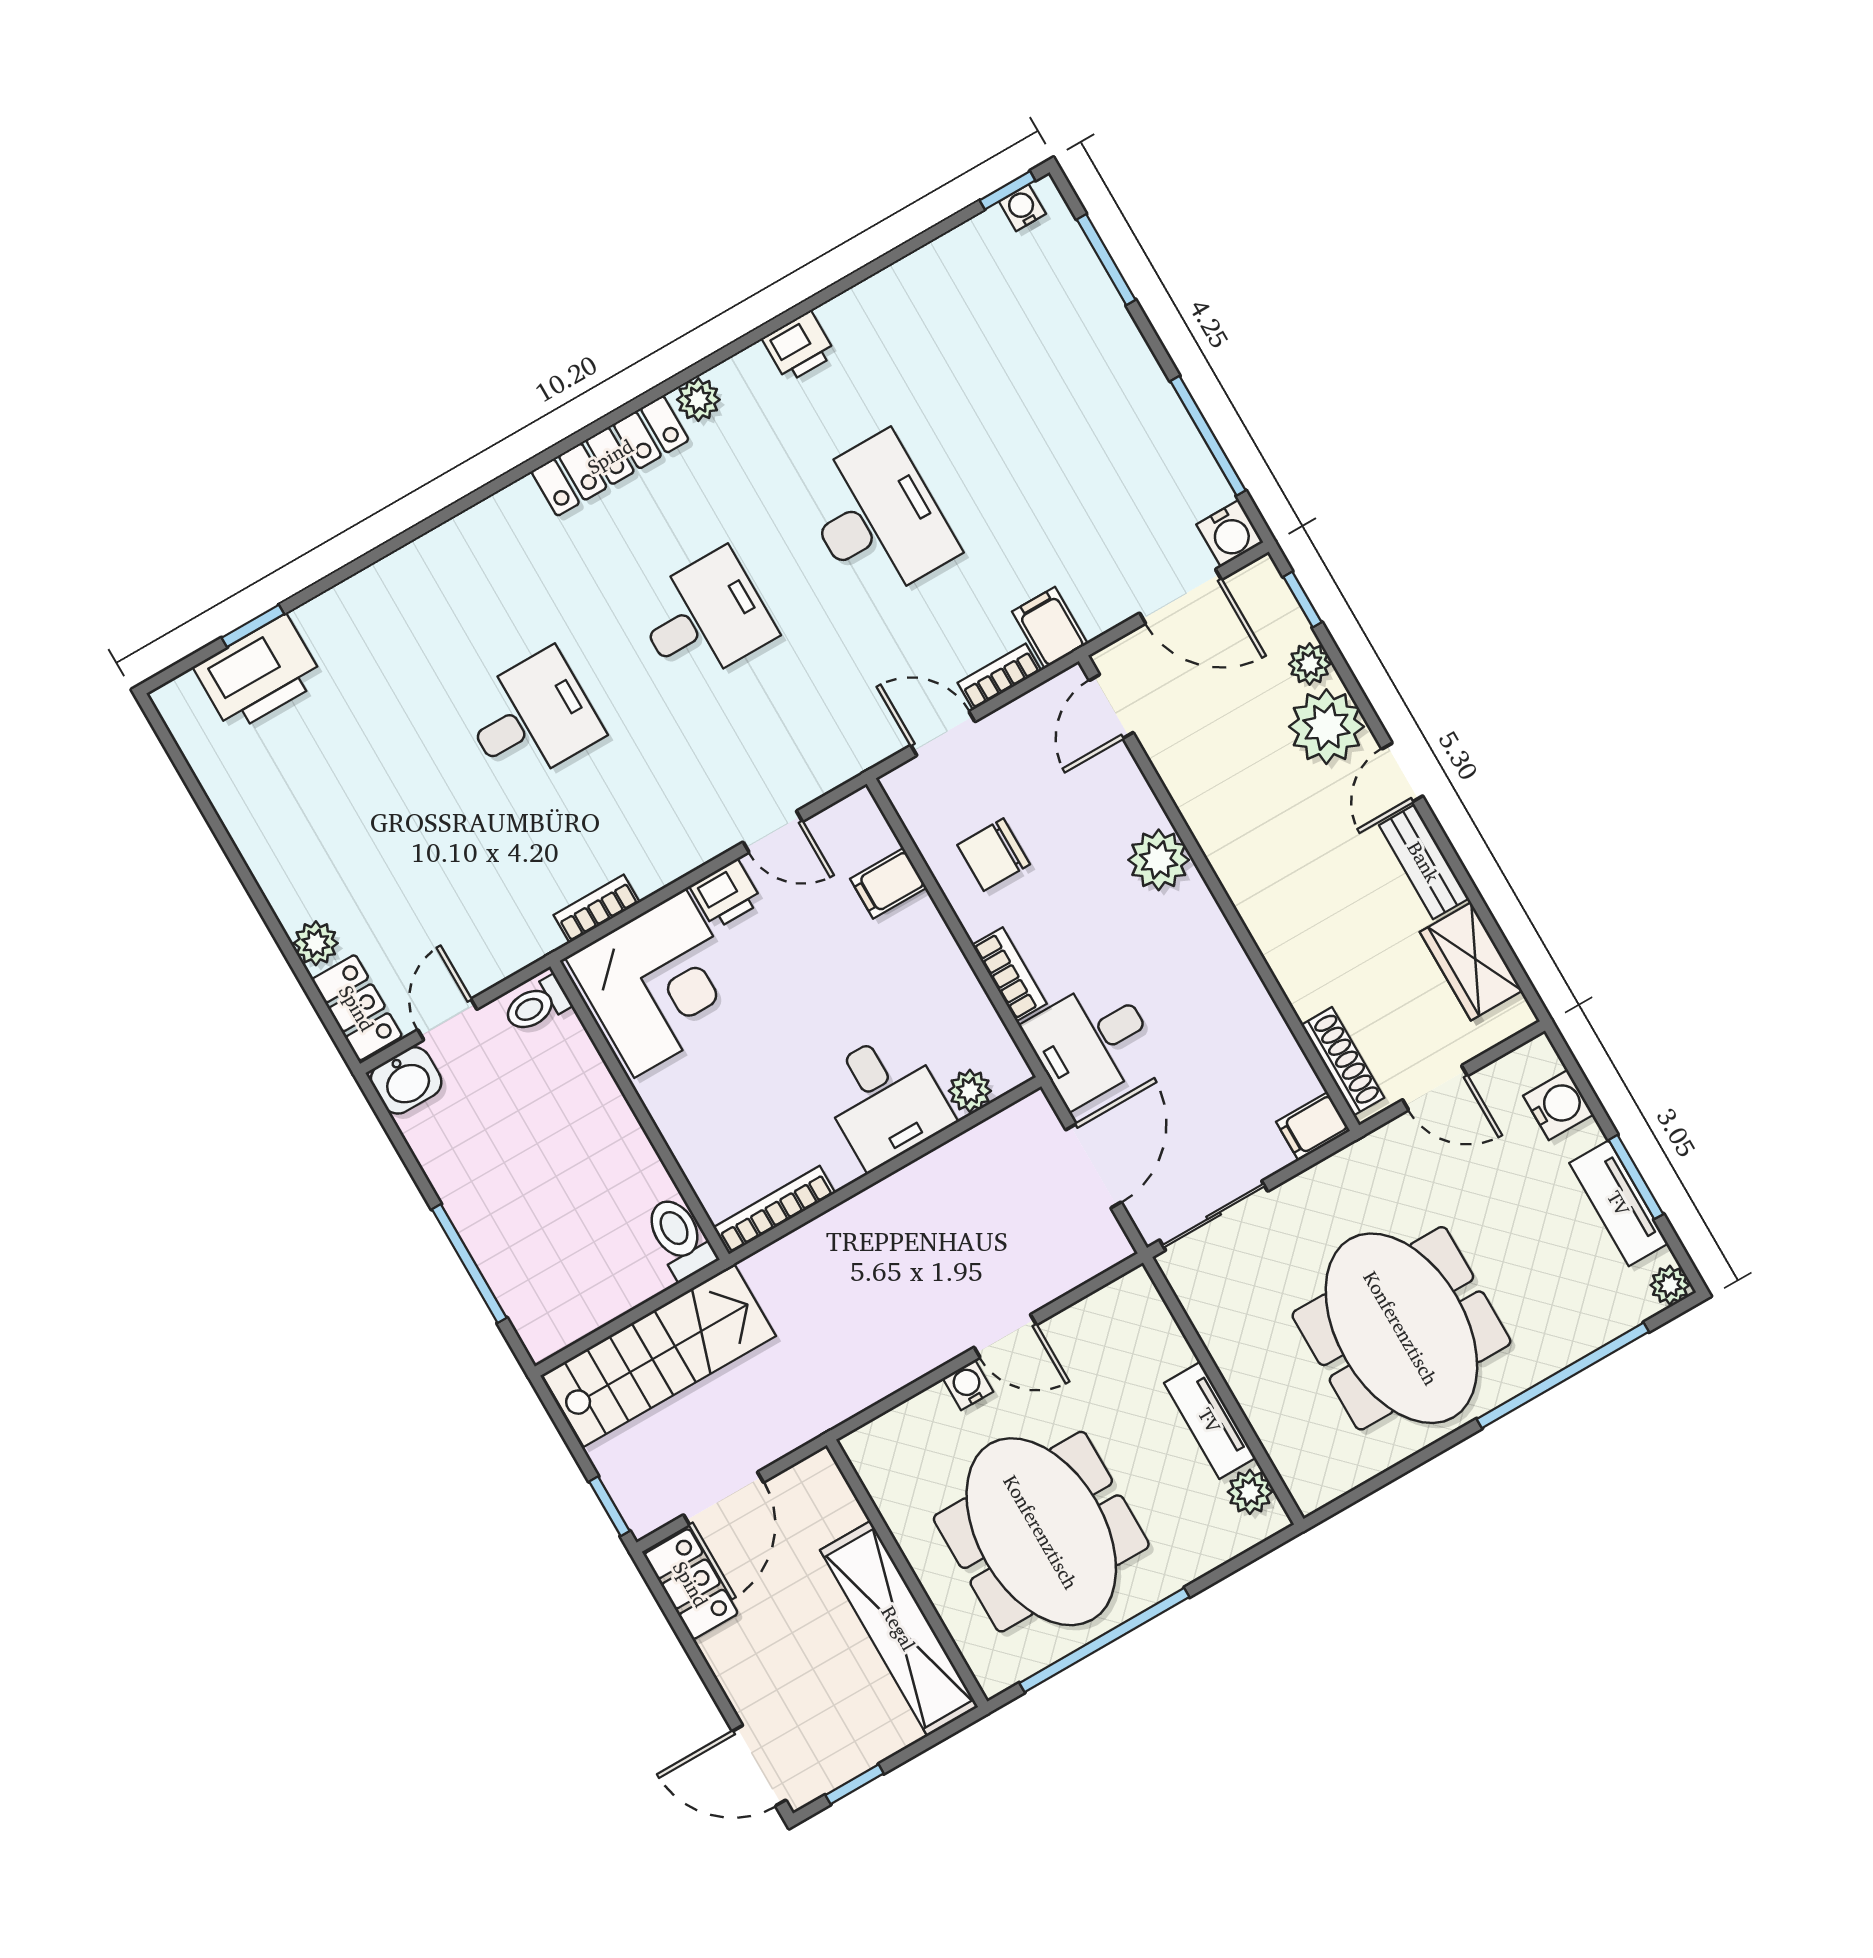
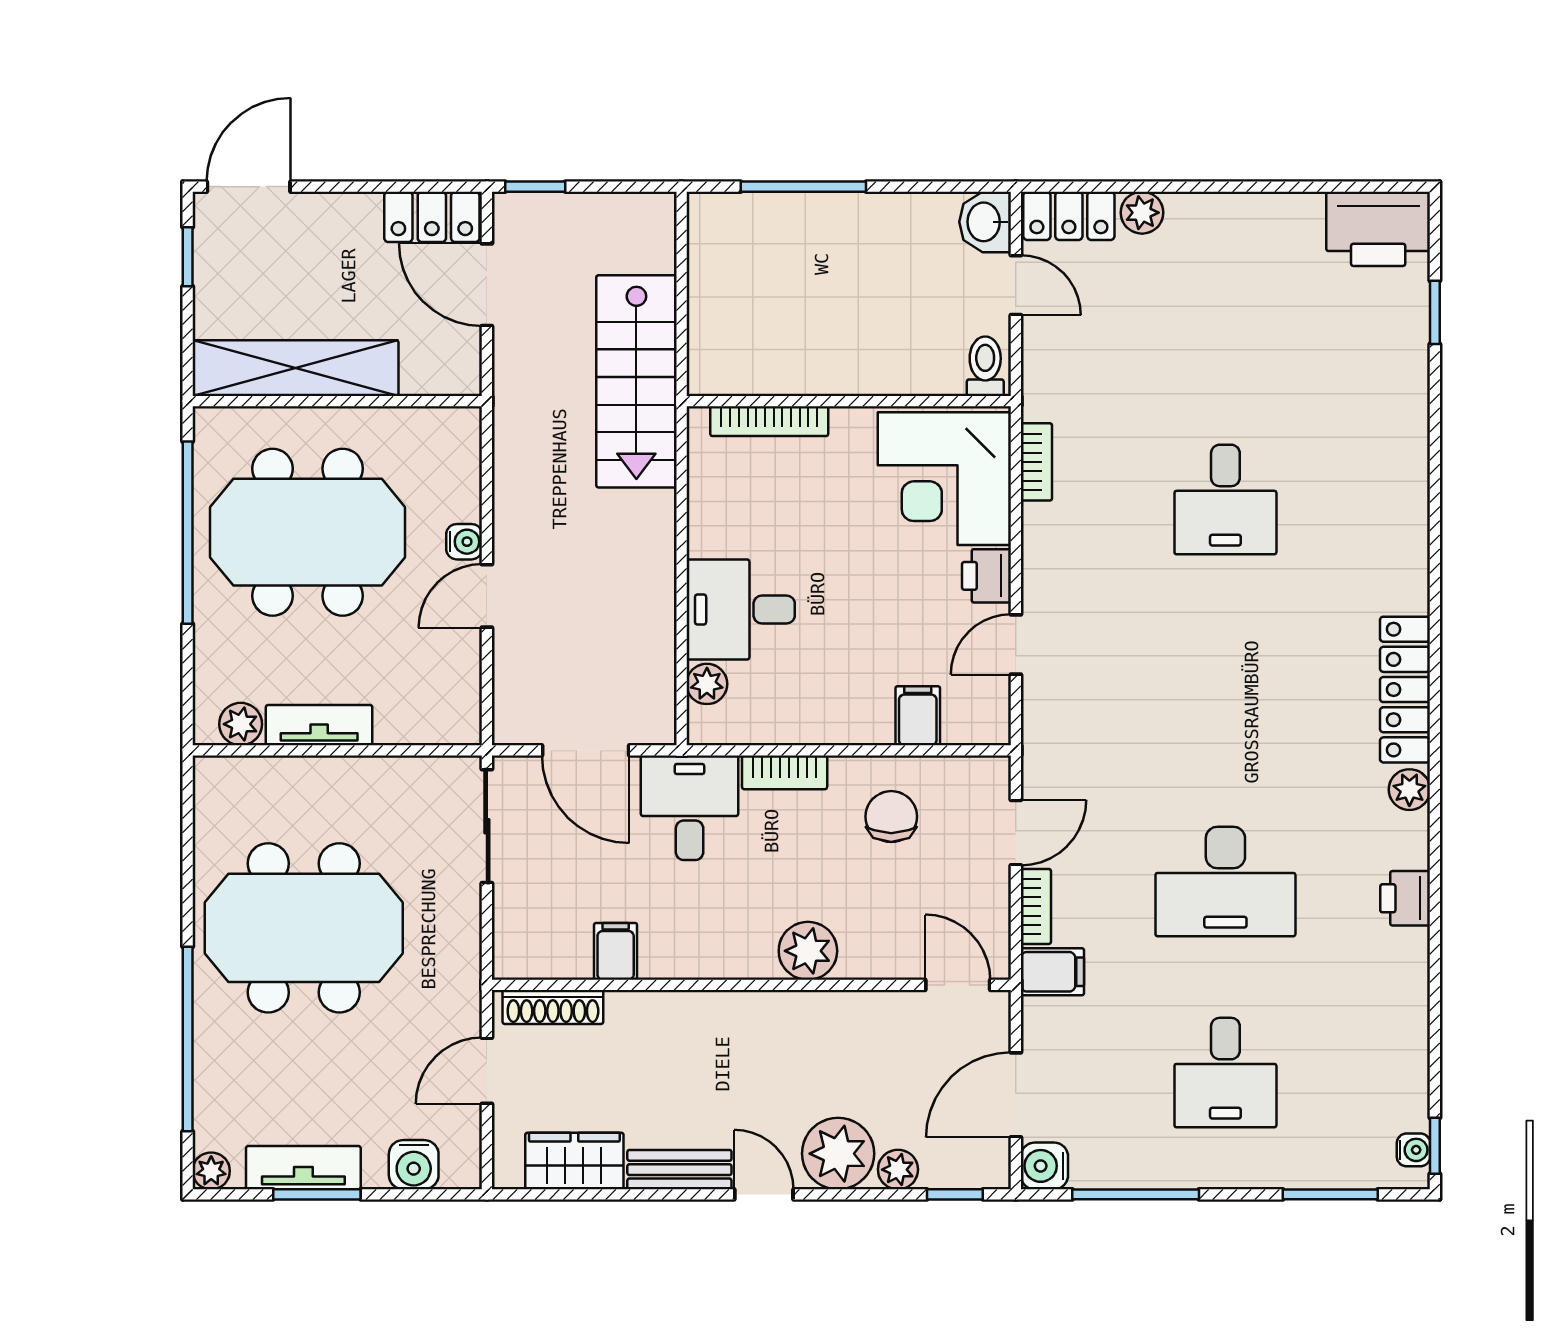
desk: (705, 618) -> (1225, 1073), moved
printer: (259, 674) -> (1378, 229), moved, turned -90
filing cabinet: (1313, 1126) -> (616, 951), moved
bookcase: (774, 1210) -> (769, 421), moved, turned 90
toilet: (680, 1238) -> (724, 373), removed
stairs: (659, 1355) -> (636, 381), moved

